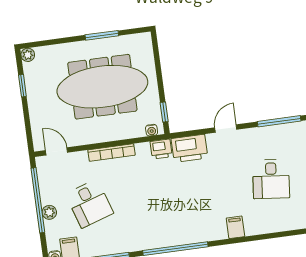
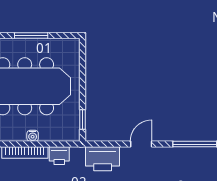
water cooler: (152, 130) -> (33, 136), moved
printer: (161, 149) -> (59, 156), moved

